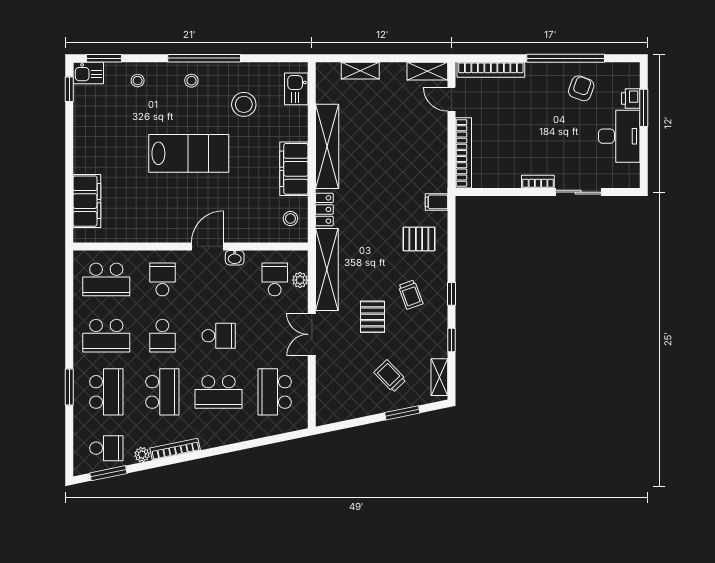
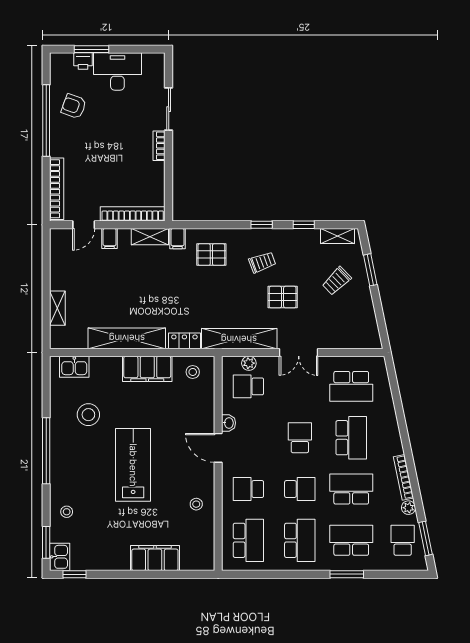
shelving: (427, 71) -> (150, 237), moved, turned 90
stool: (191, 81) -> (196, 504), moved
filing cabinet: (436, 128) -> (110, 239), added
filing cabinet: (87, 201) -> (155, 558), moved
pallet: (419, 239) -> (211, 255), turned 90

